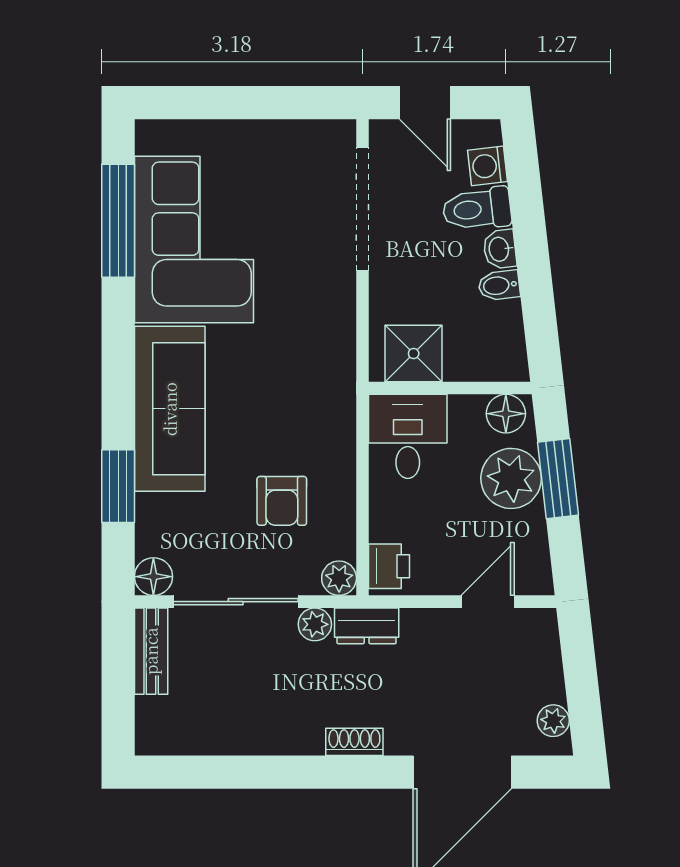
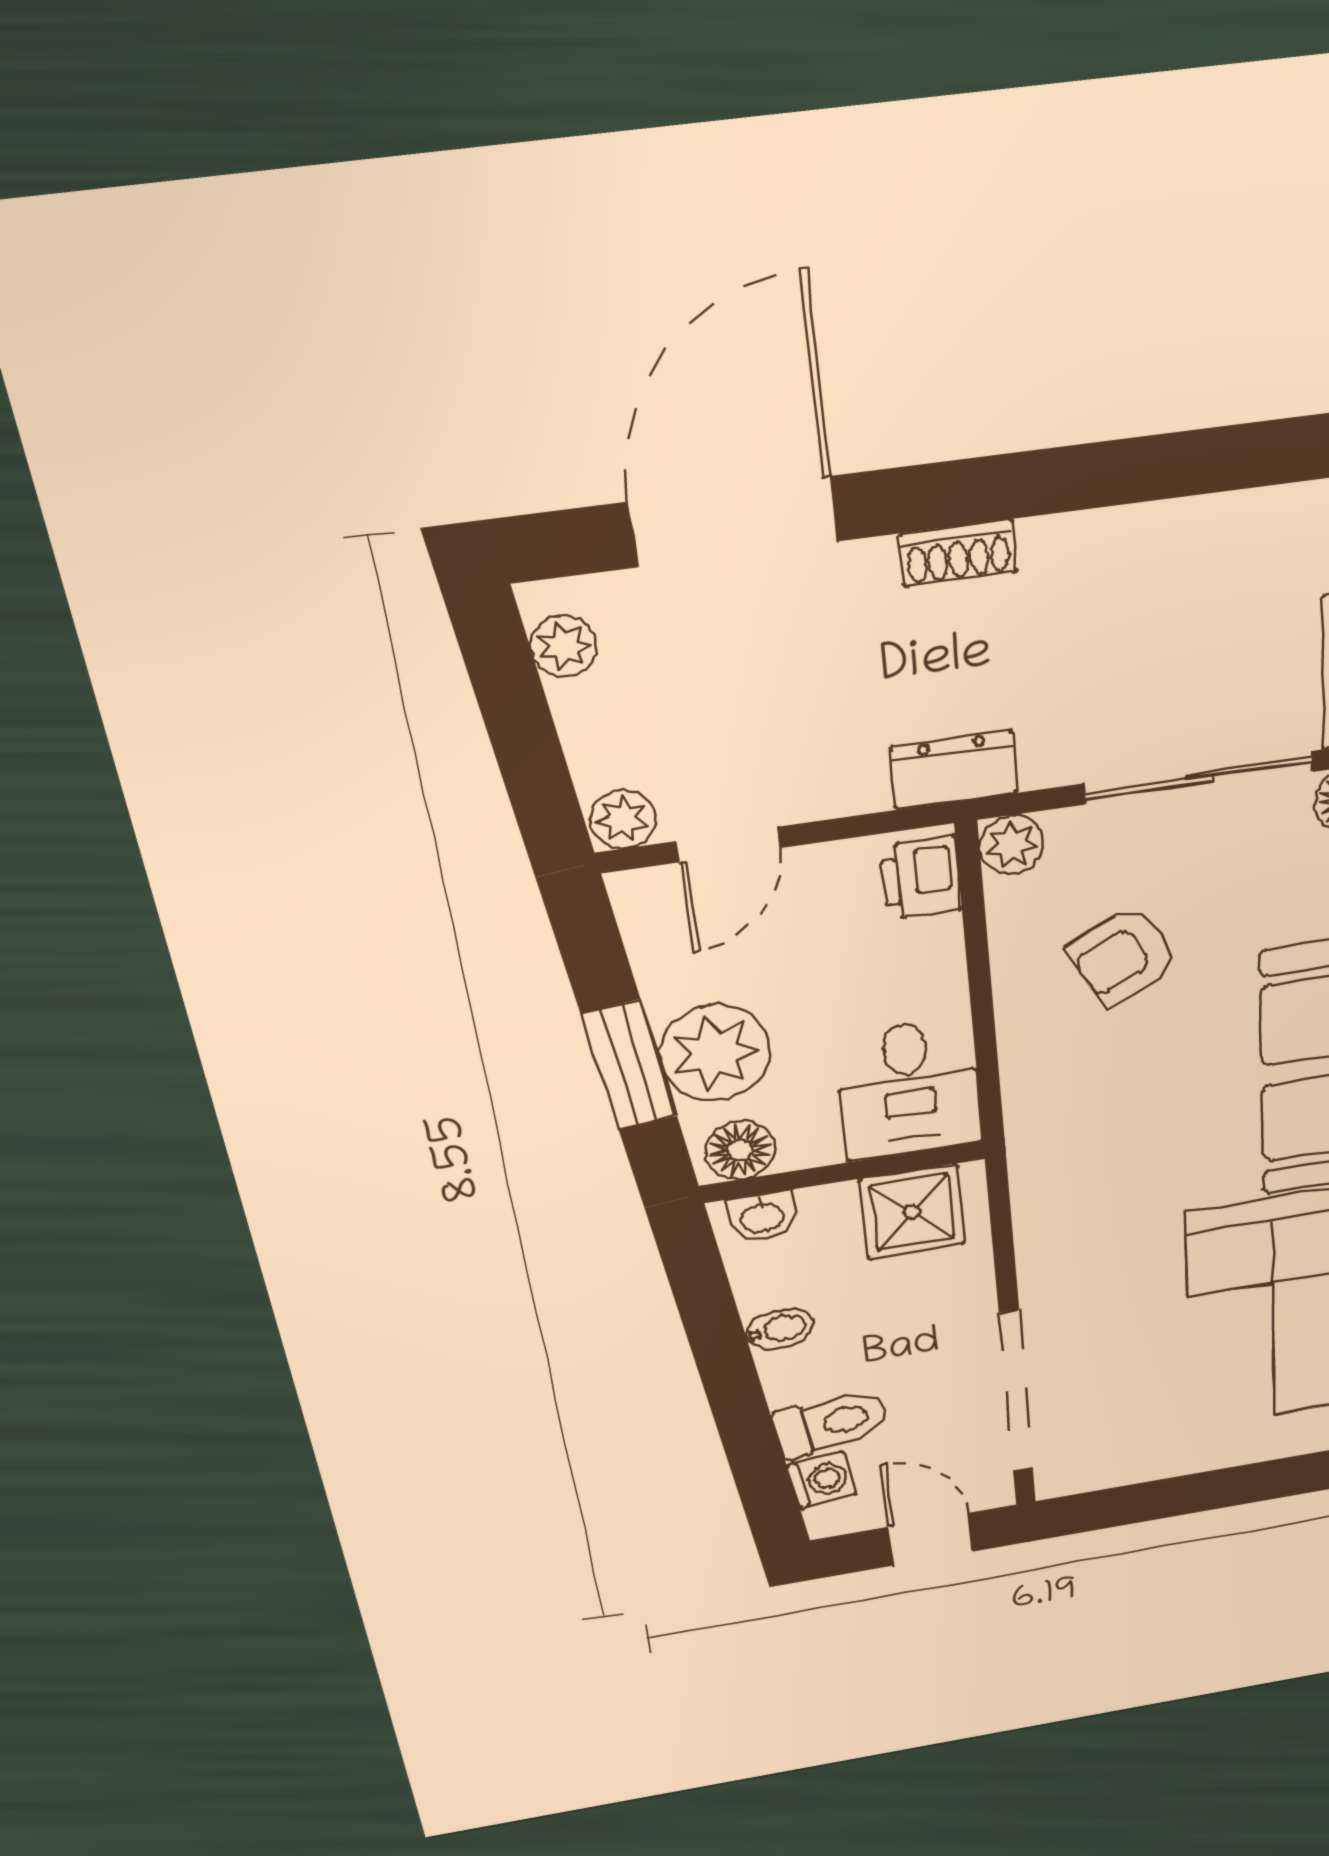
washbasin: (500, 249) -> (762, 1217), moved, turned 97
armchair: (282, 501) -> (1123, 956), turned -117
plant: (315, 624) -> (623, 819), moved

